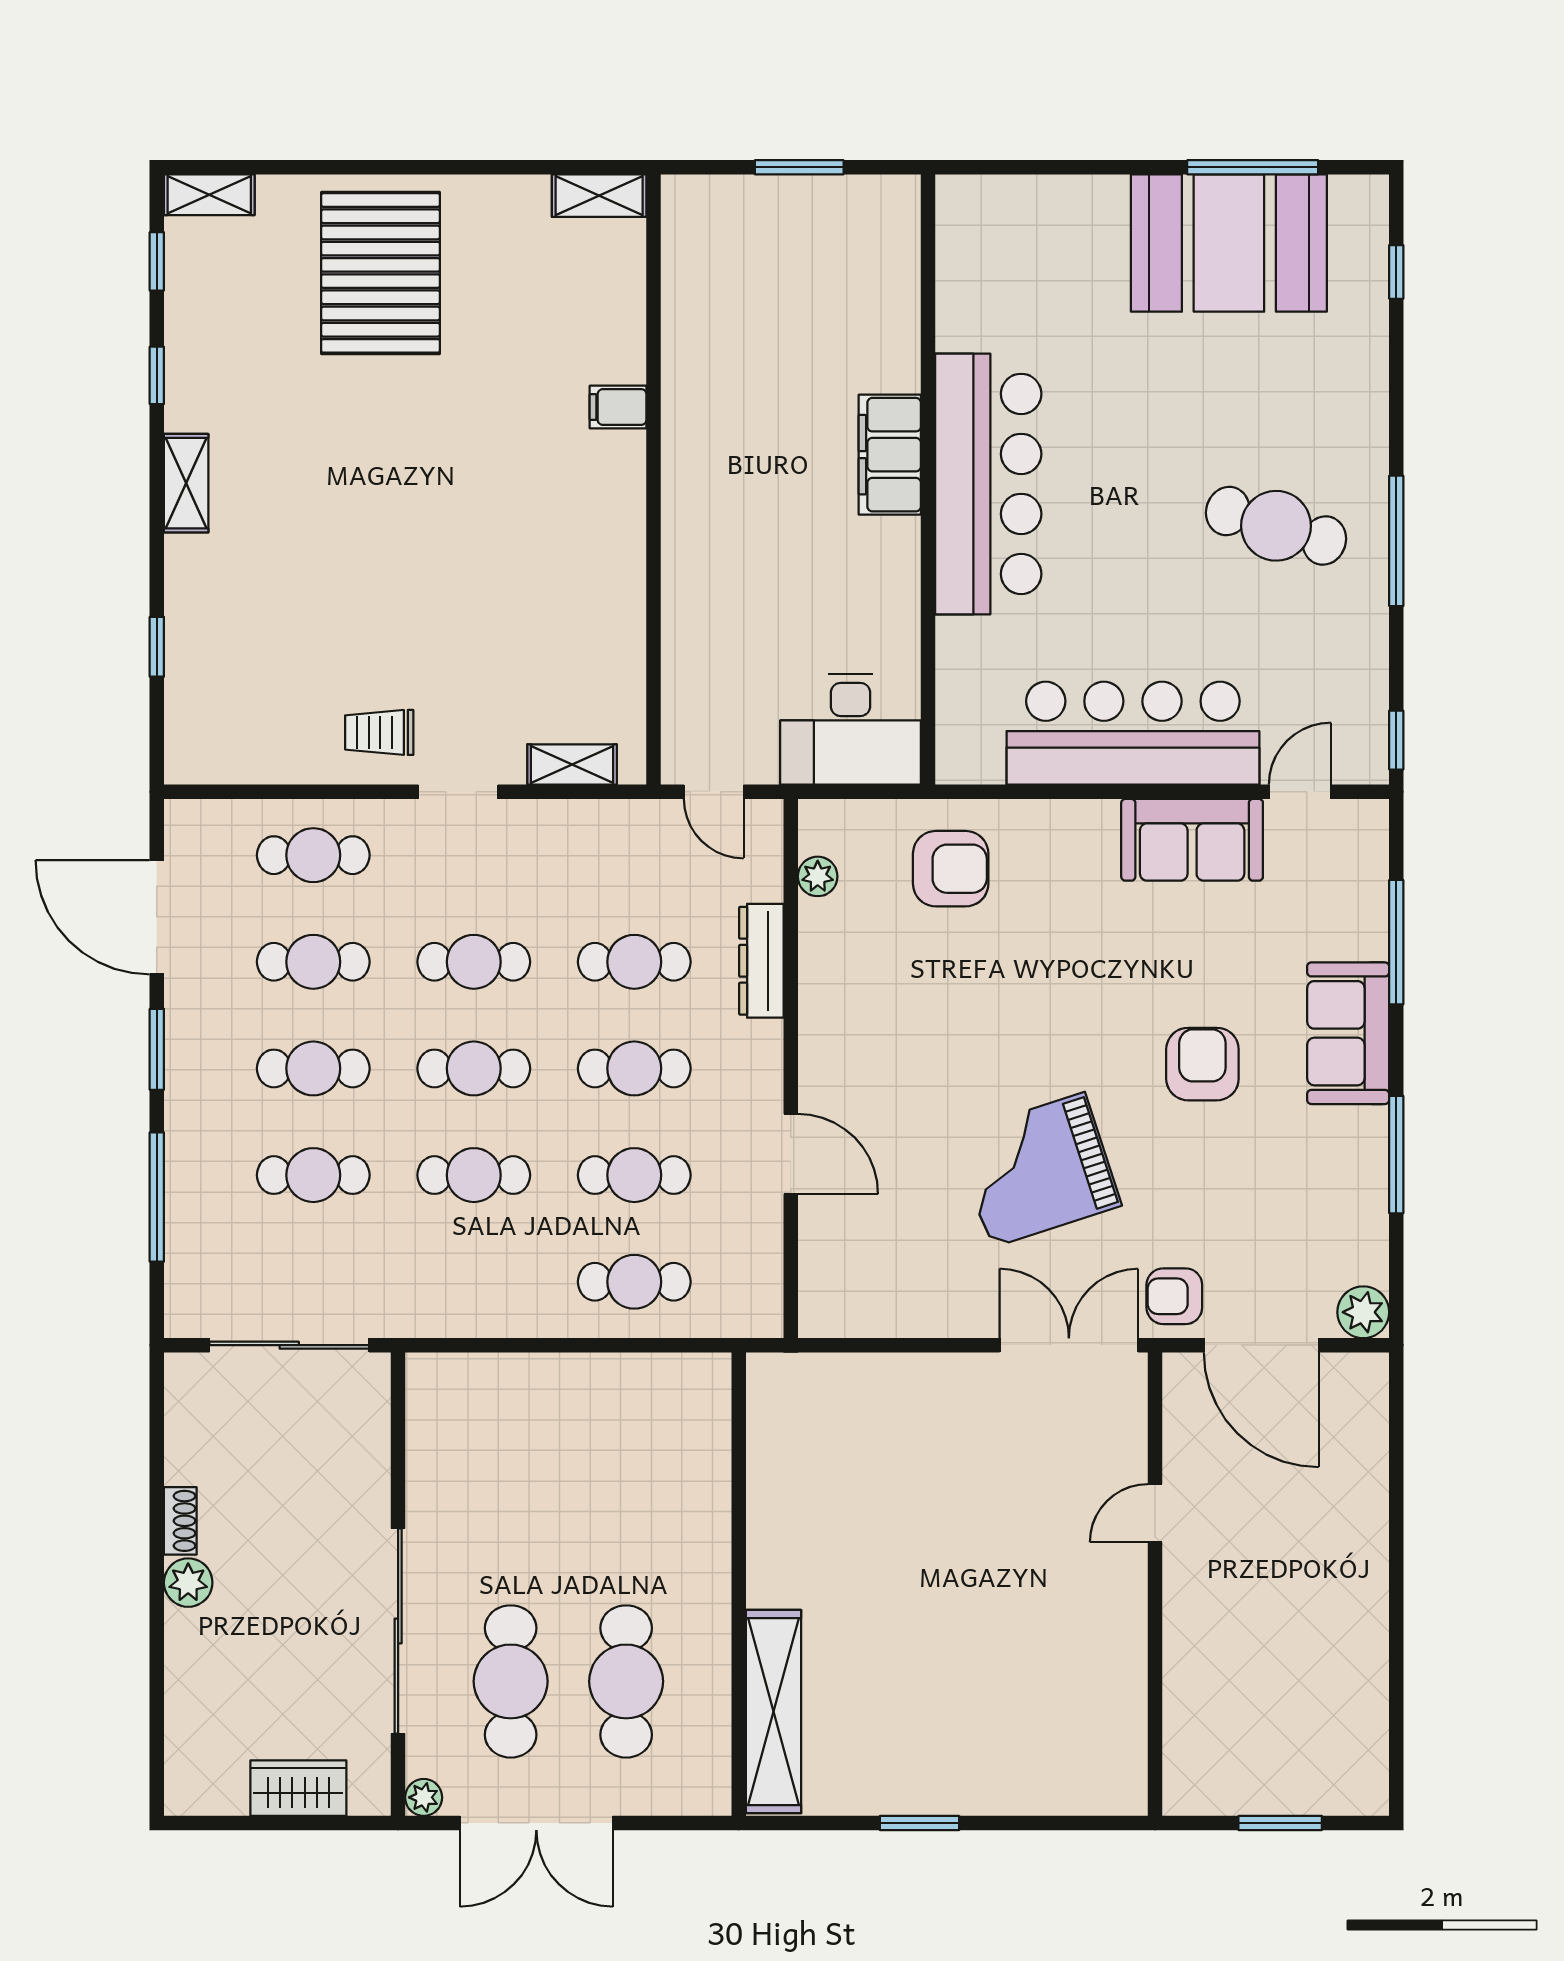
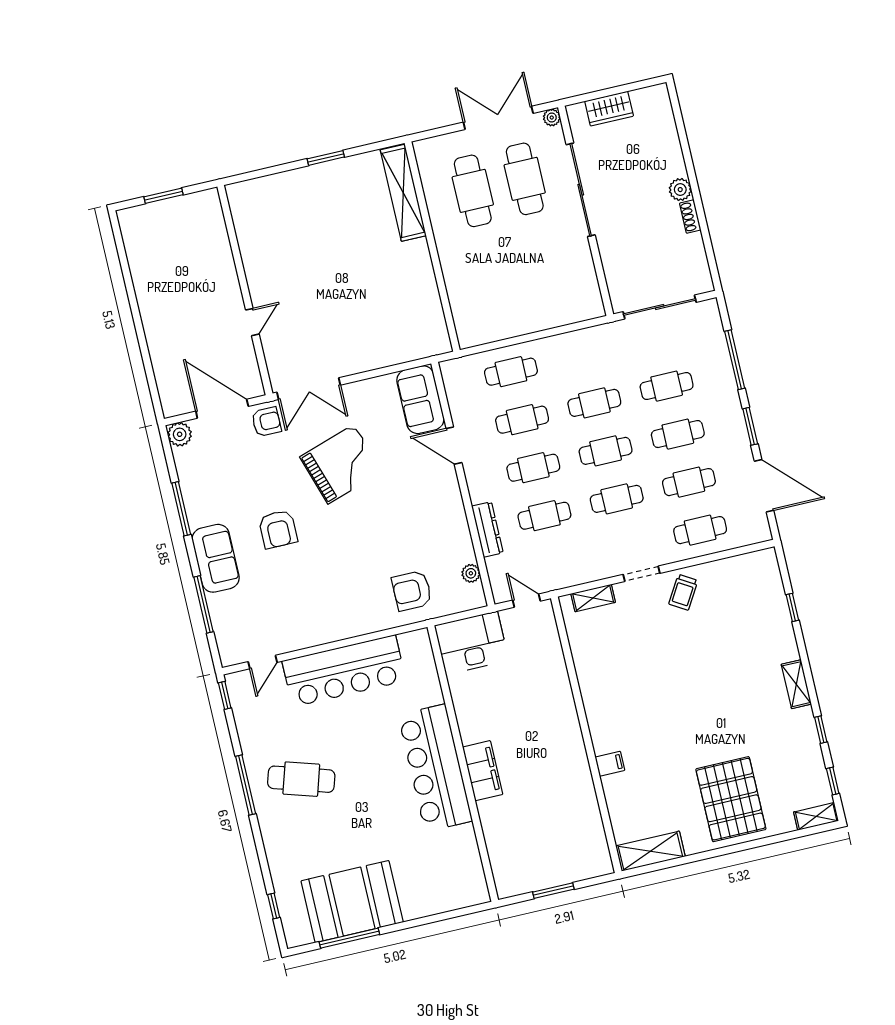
shelving: (599, 196) -> (650, 851), width x1.50, depth x1.33
trolley: (379, 732) -> (683, 592), turned 121
sofa: (1192, 840) -> (420, 400), moved, turned -90

